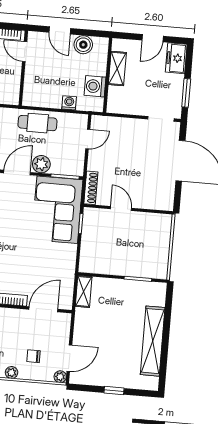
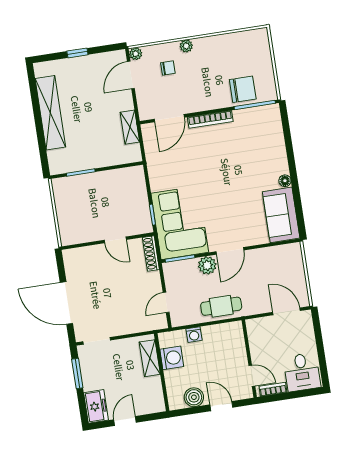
shelving: (117, 68) -> (150, 358), moved
shelving: (84, 291) -> (130, 127), moved

